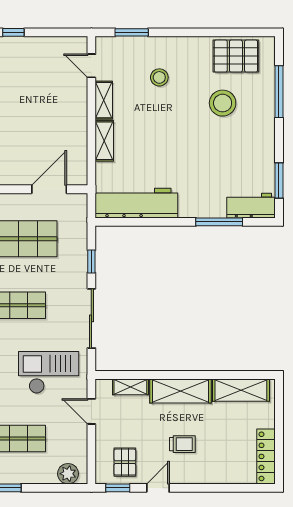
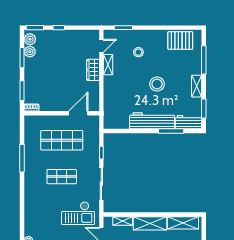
door: (91, 66) -> (101, 46), swing flipped
stool: (223, 103) -> (157, 84), moved
wardrobe: (76, 110) -> (93, 70), added
shelving: (104, 141) -> (197, 86), moved
workbench: (136, 203) -> (152, 121), moved
checkout: (49, 372) -> (78, 213), turned 180

